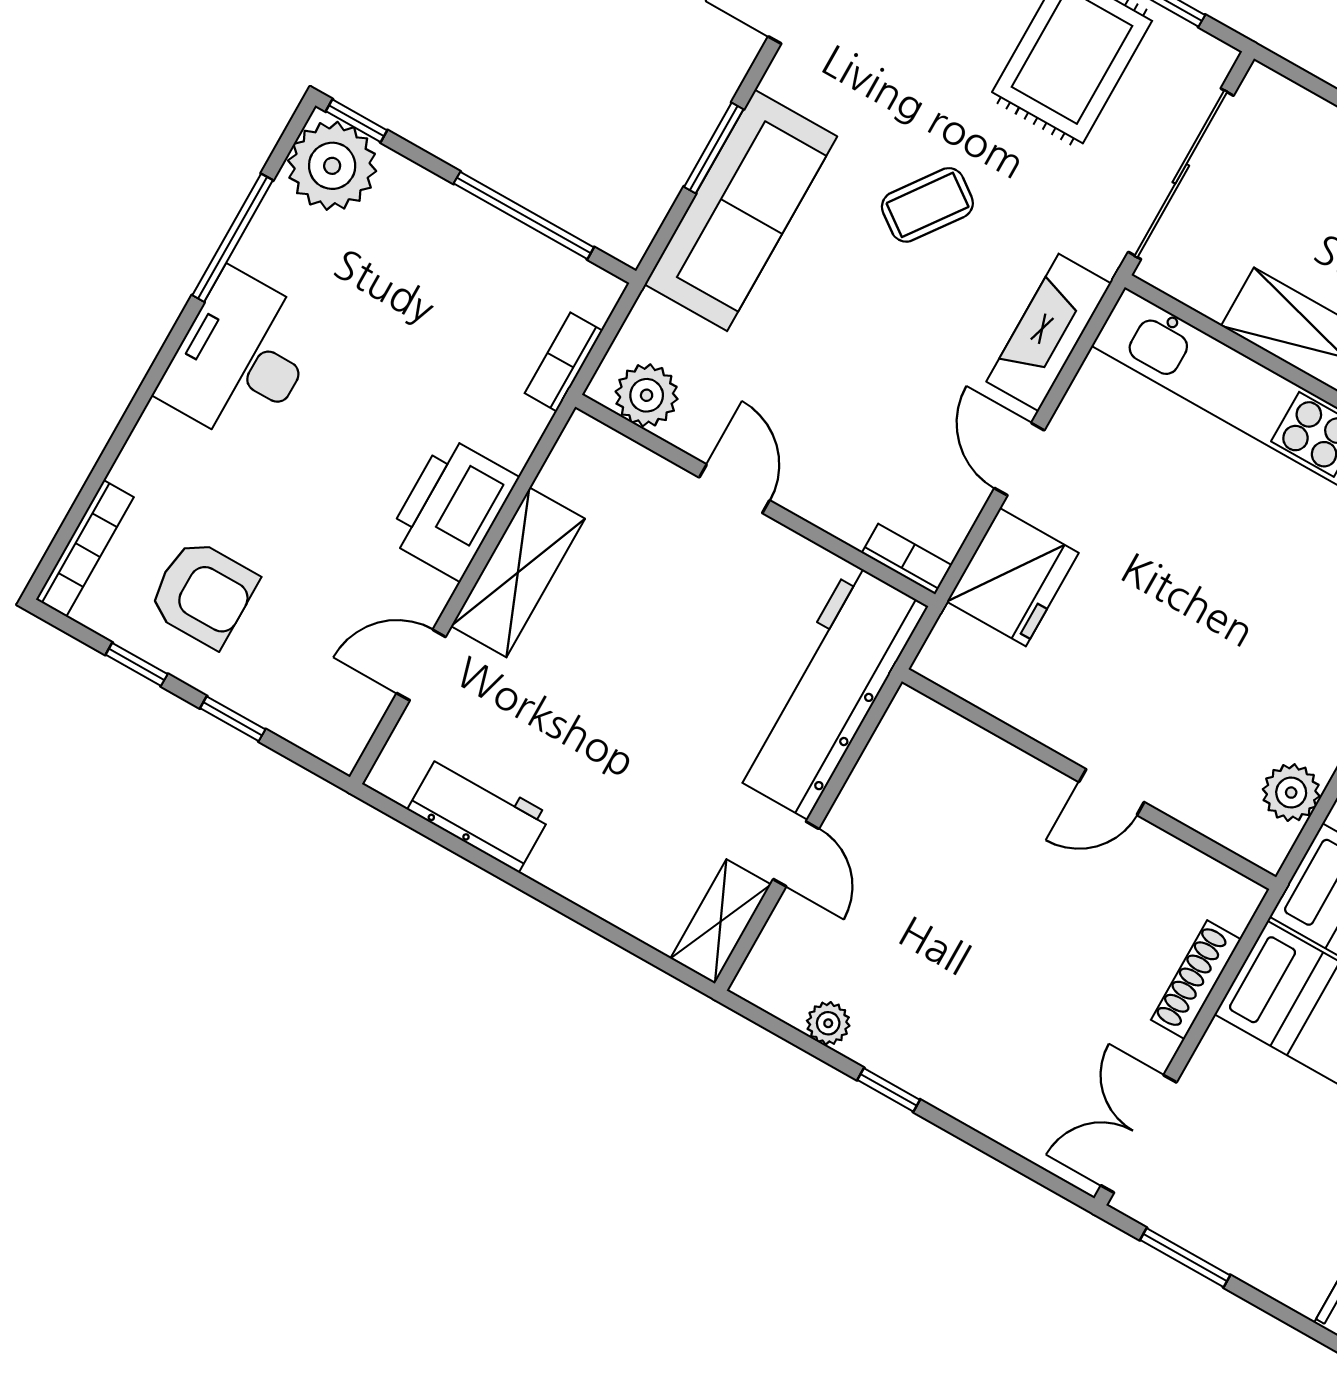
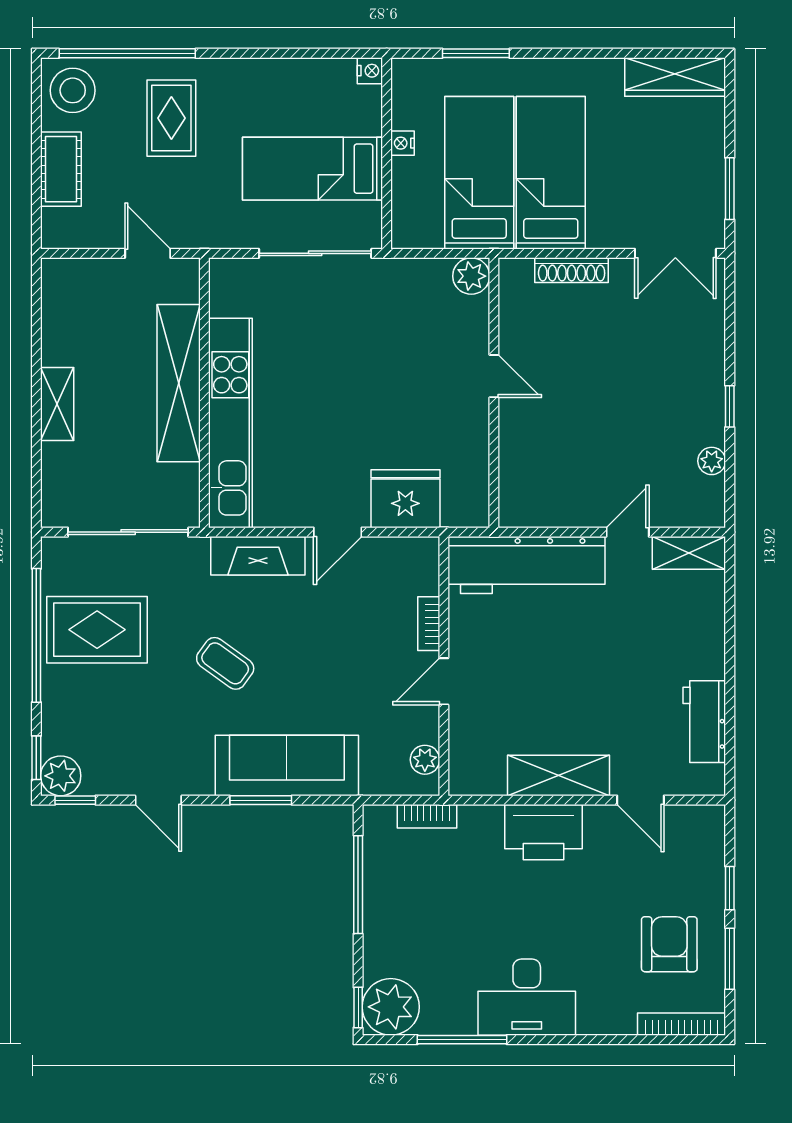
plant: (647, 395) -> (425, 760), width x0.73, depth x0.73
bookcase: (907, 559) -> (429, 624), moved
window: (137, 664) -> (730, 959), width x1.50
plant: (1291, 793) -> (471, 276), moved

